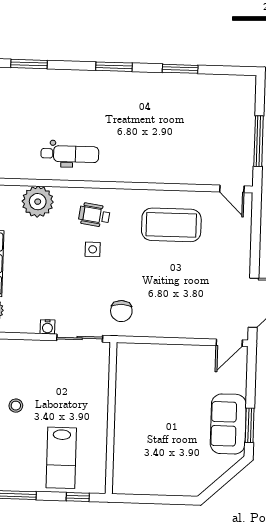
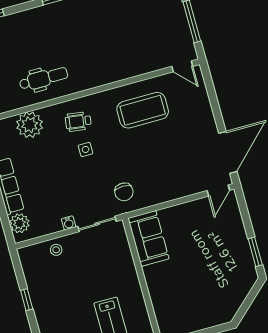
stool: (16, 406) -> (56, 250), moved
sofa: (228, 424) -> (148, 238), moved, turned 180

